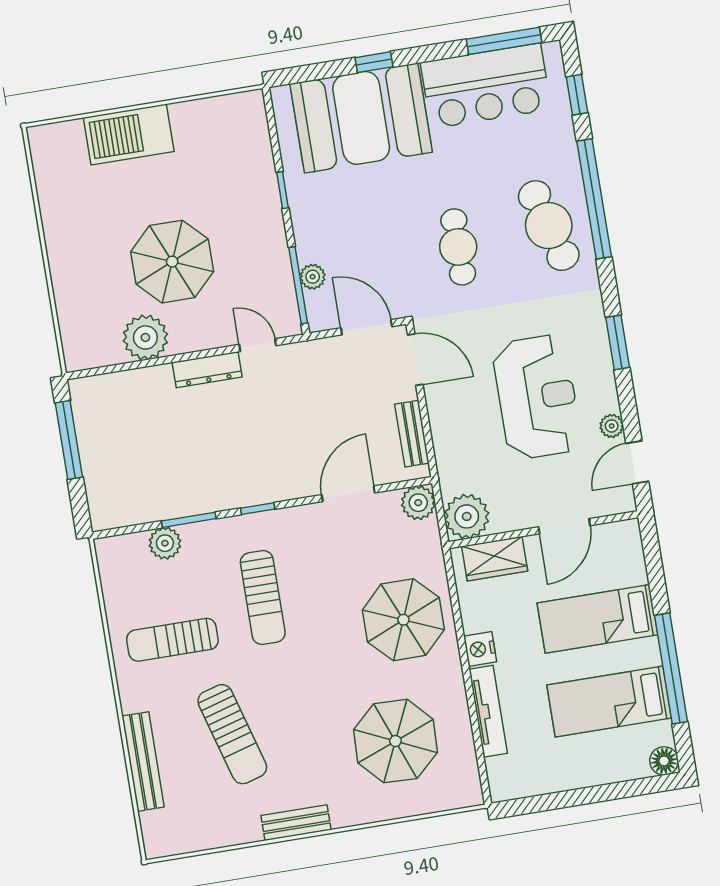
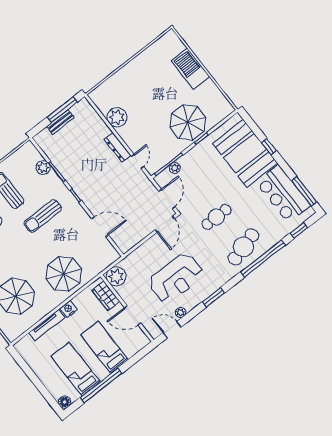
parasol: (172, 262) -> (188, 122), moved
bench: (412, 434) -> (60, 122), moved
plant: (418, 503) -> (111, 255), removed

